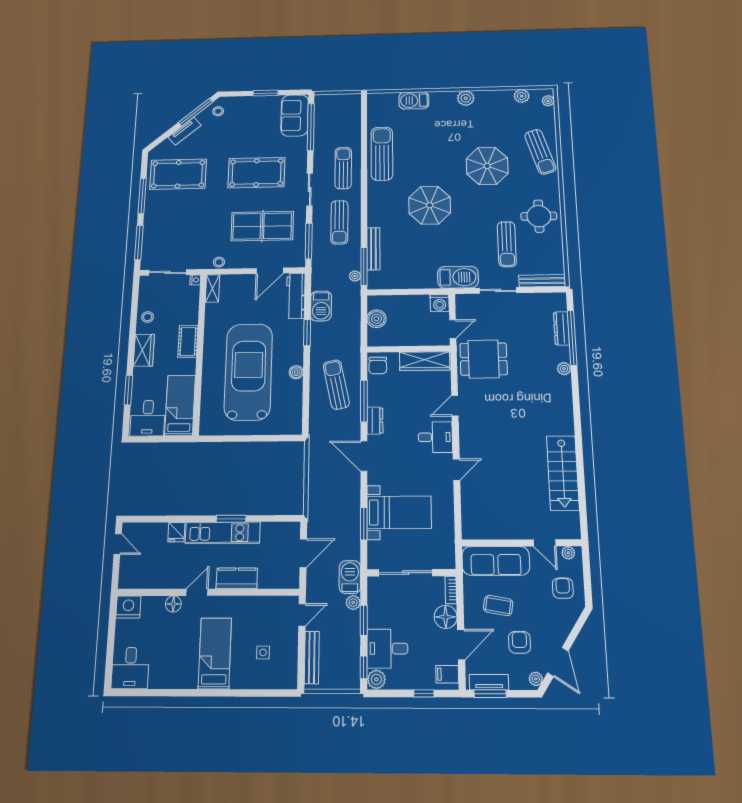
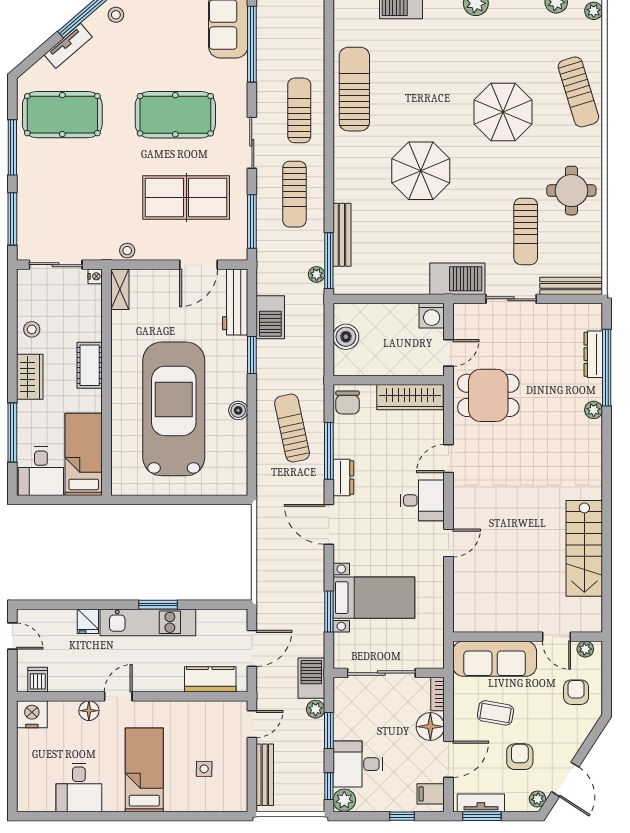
window: (128, 390) -> (12, 432), width x1.44
kitchen counter: (237, 578) -> (210, 679), moved
dishwasher: (135, 579) -> (38, 680), added
desk: (130, 668) -> (79, 787), moved

